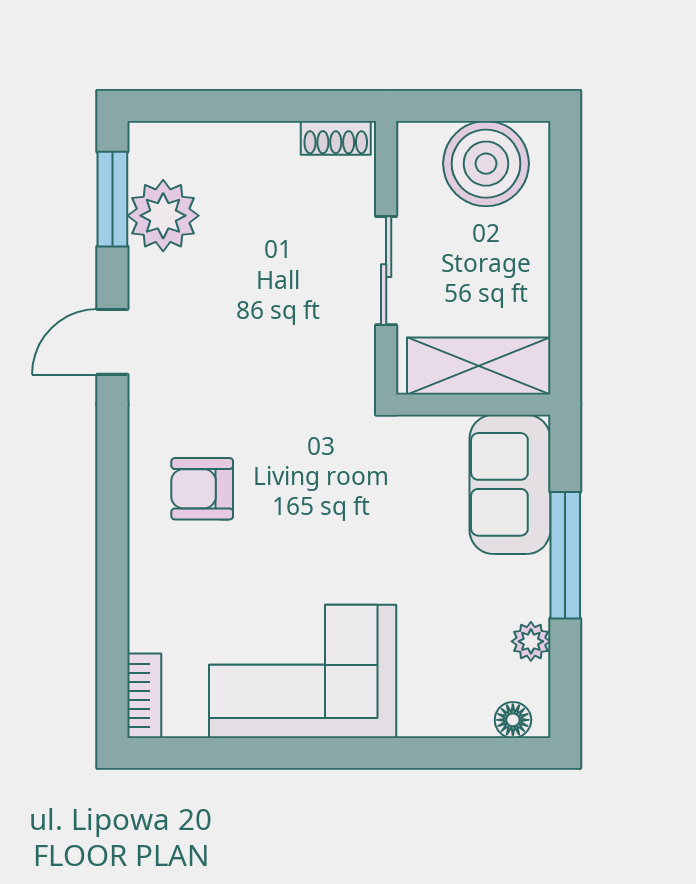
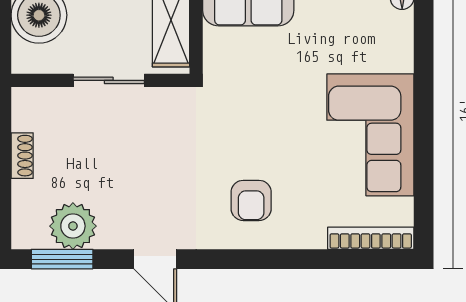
shoe rack: (336, 138) -> (22, 156), moved
bookcase: (144, 696) -> (371, 238), width x1.56

